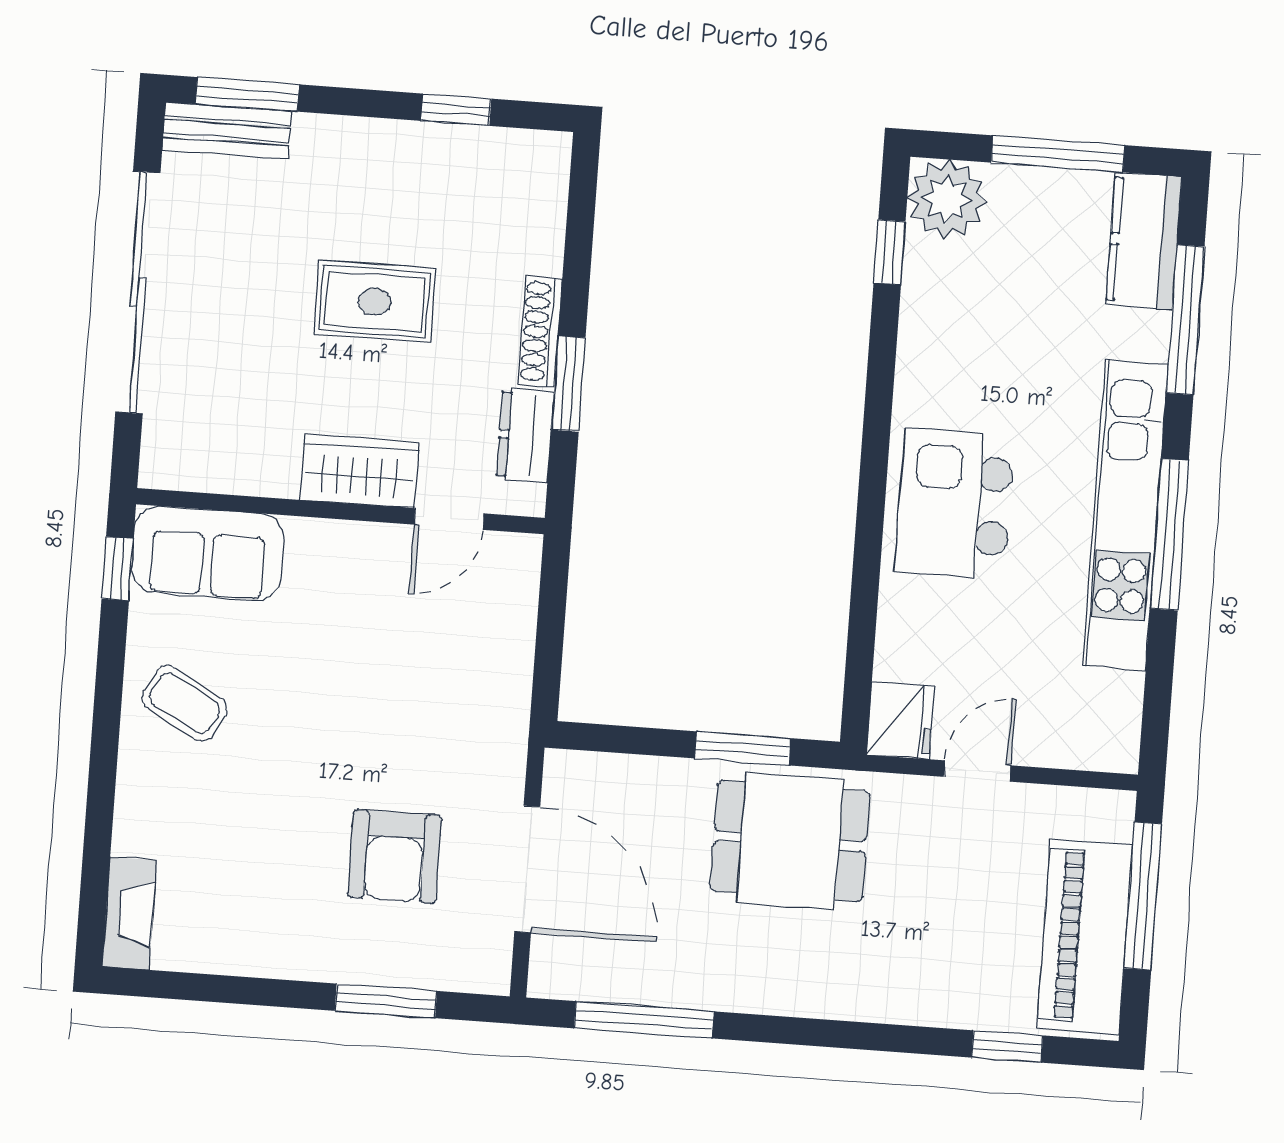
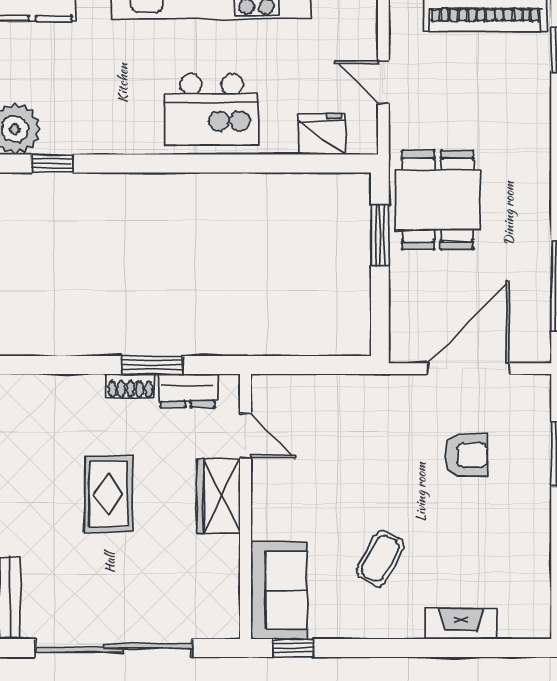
shoe rack: (540, 332) -> (130, 386), width x0.70
coffee table: (185, 703) -> (380, 558), moved
fridge: (901, 720) -> (322, 134), moved
armchair: (395, 856) -> (466, 455), width x0.72, depth x0.72
fireplace: (129, 913) -> (461, 624), moved

